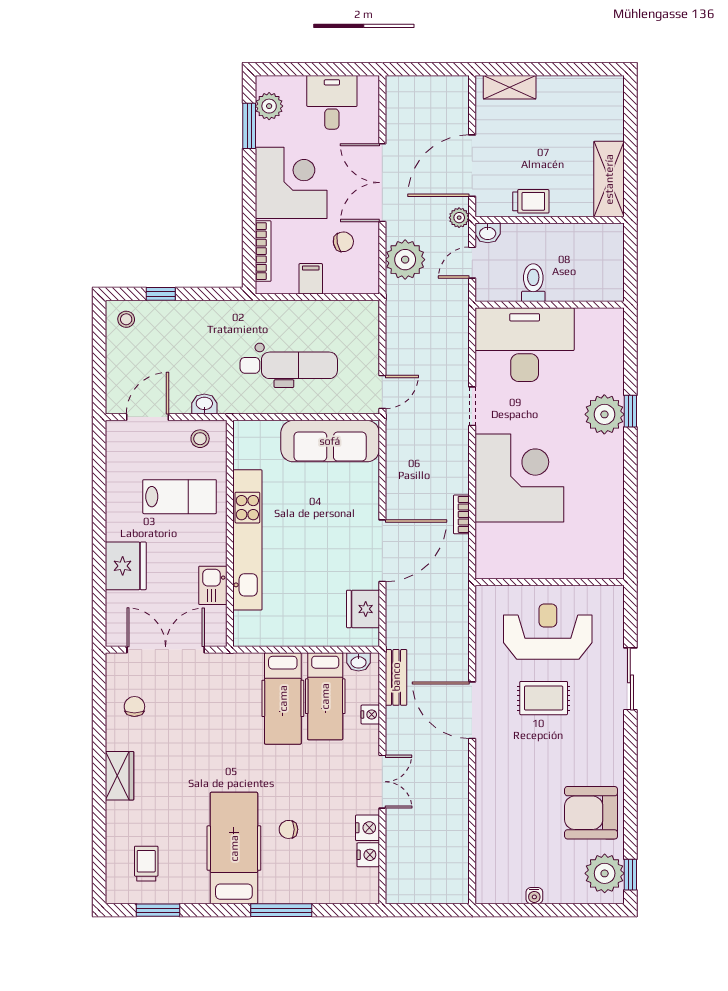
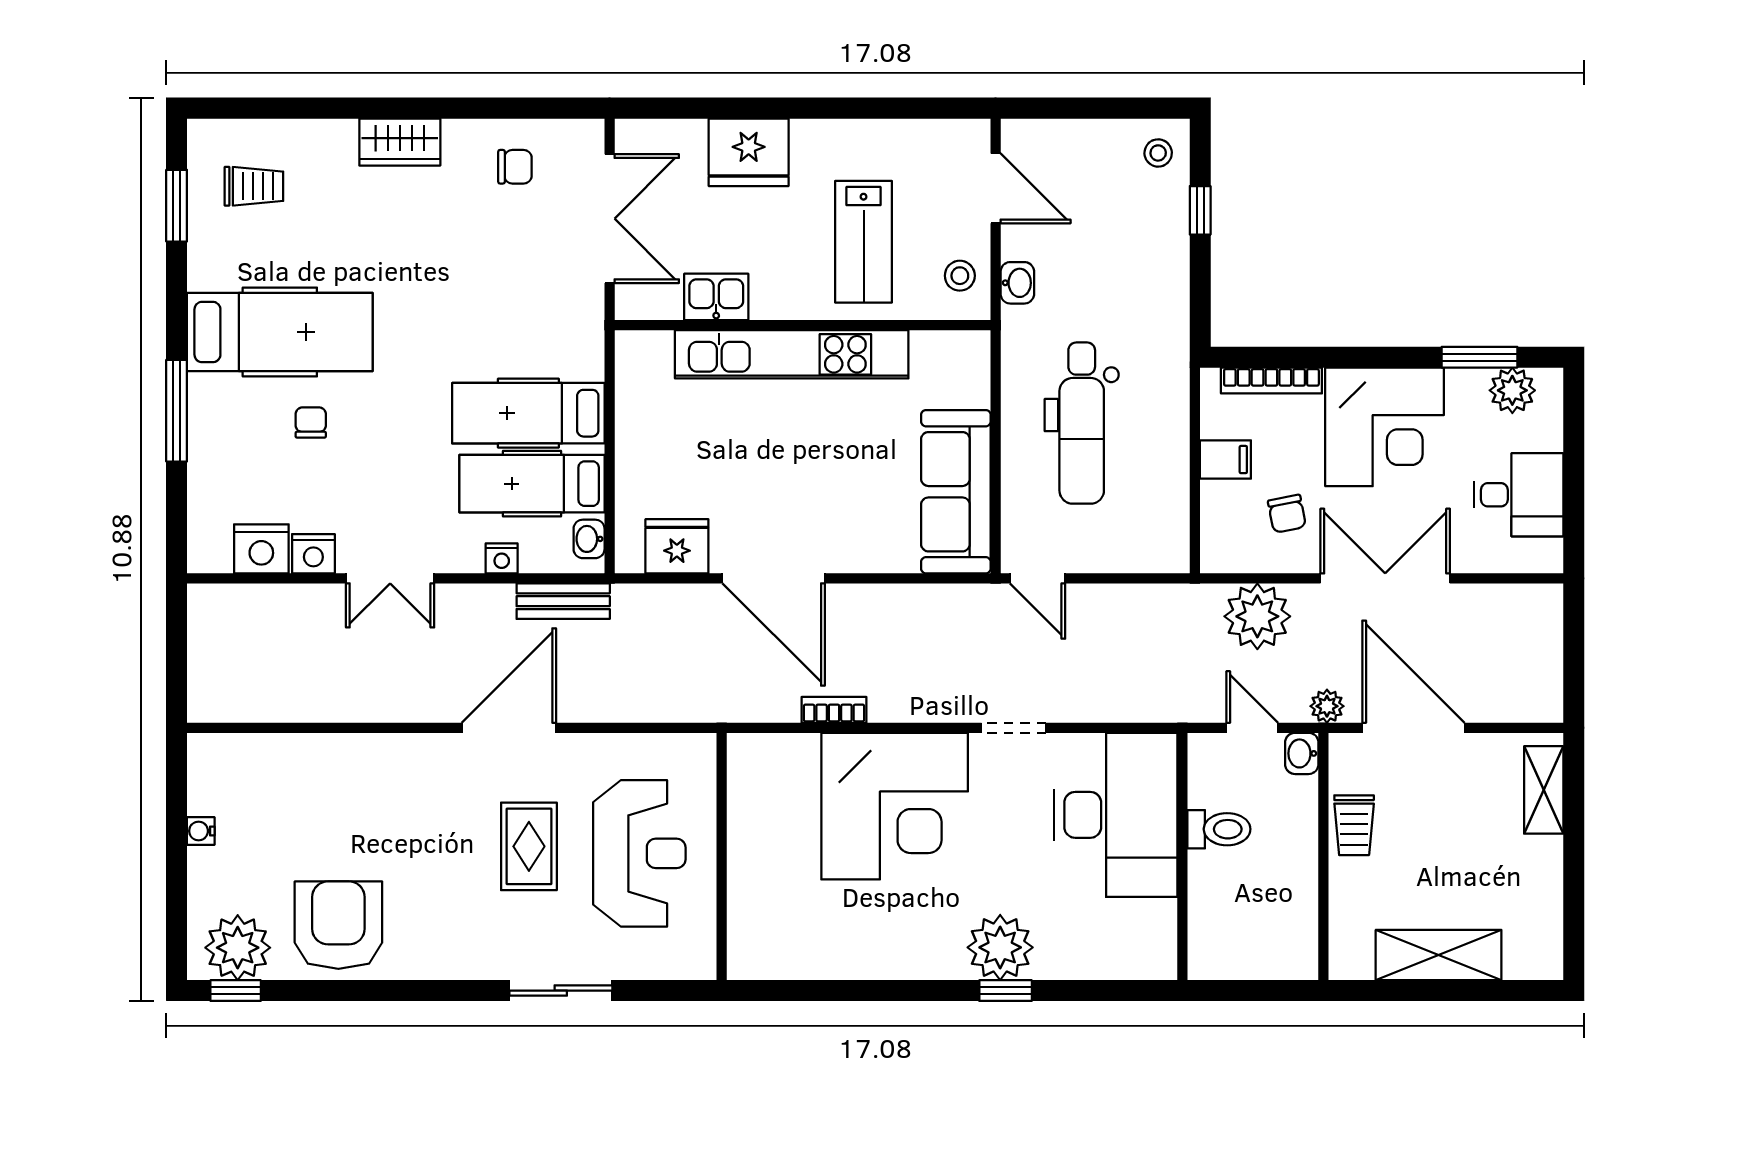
shelving: (609, 179) -> (1439, 955), moved
nightstand: (368, 855) -> (261, 549), width x1.36, depth x1.33

